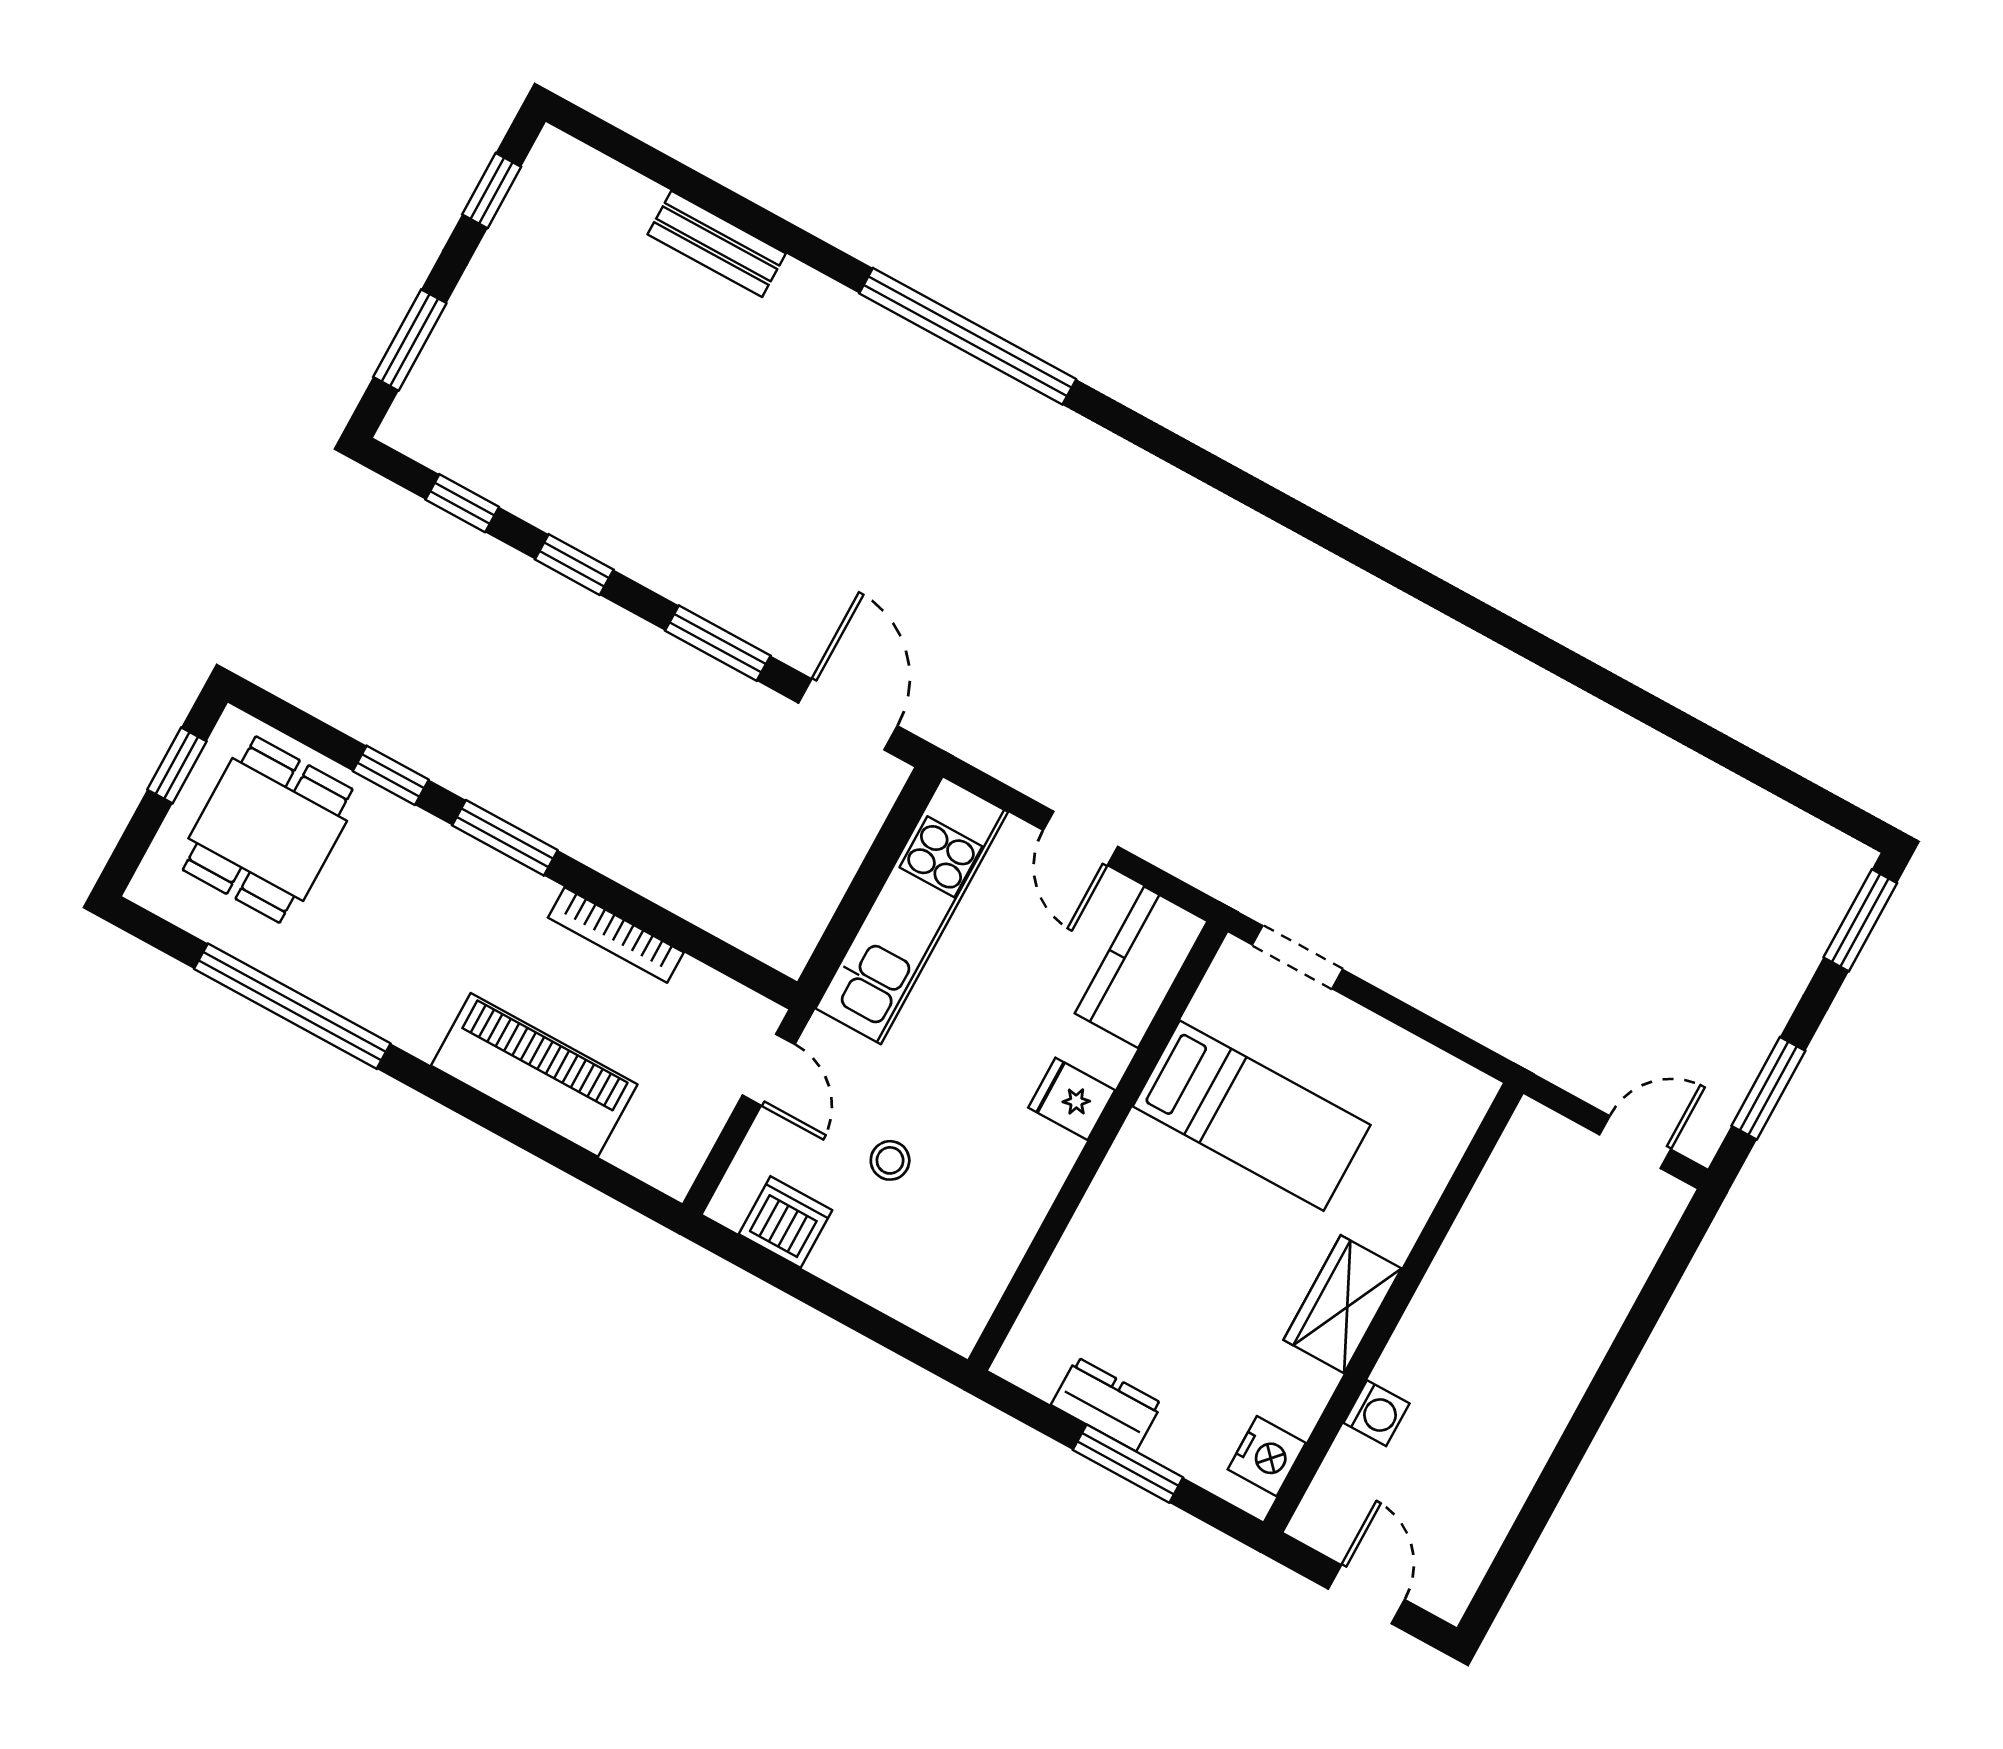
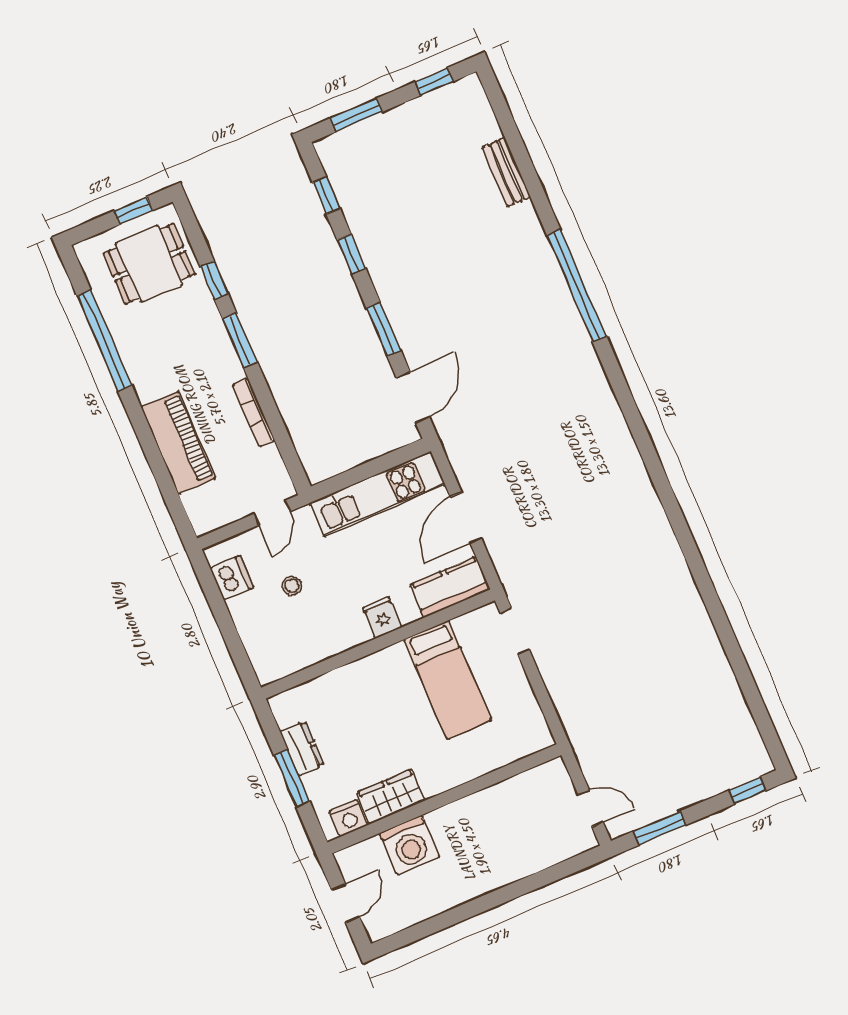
door: (1080, 838) -> (466, 518), width x1.38
window: (1860, 920) -> (747, 790), width x0.67
wardrobe: (1342, 1304) -> (391, 796), moved
washing machine: (1377, 1413) -> (410, 845), width x1.89, depth x1.89

